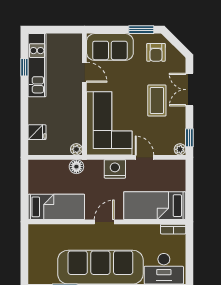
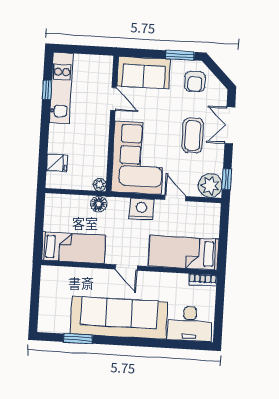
plant: (180, 149) -> (210, 186), width x1.87, depth x1.87
door: (104, 222) -> (126, 267), swing flipped

